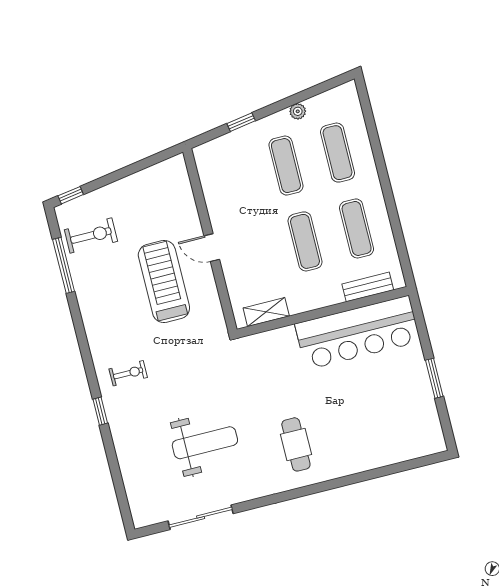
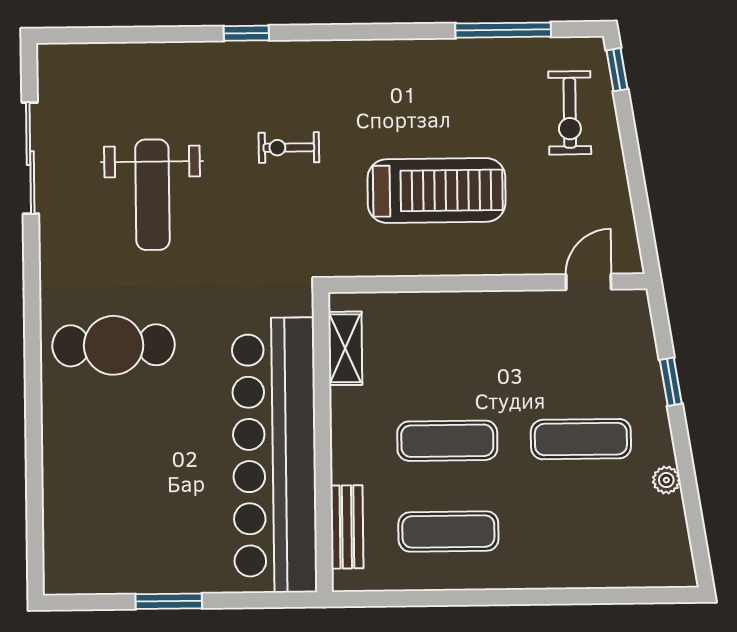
exercise mat: (337, 153) -> (582, 530), removed
exercise bike: (91, 236) -> (570, 113), moved
door: (212, 248) -> (589, 282), moved
bar counter: (357, 333) -> (275, 455), width x1.36
exercise bike: (128, 373) -> (289, 148), moved, turned 90
cafe table: (296, 444) -> (114, 345), width x1.37, depth x1.35

